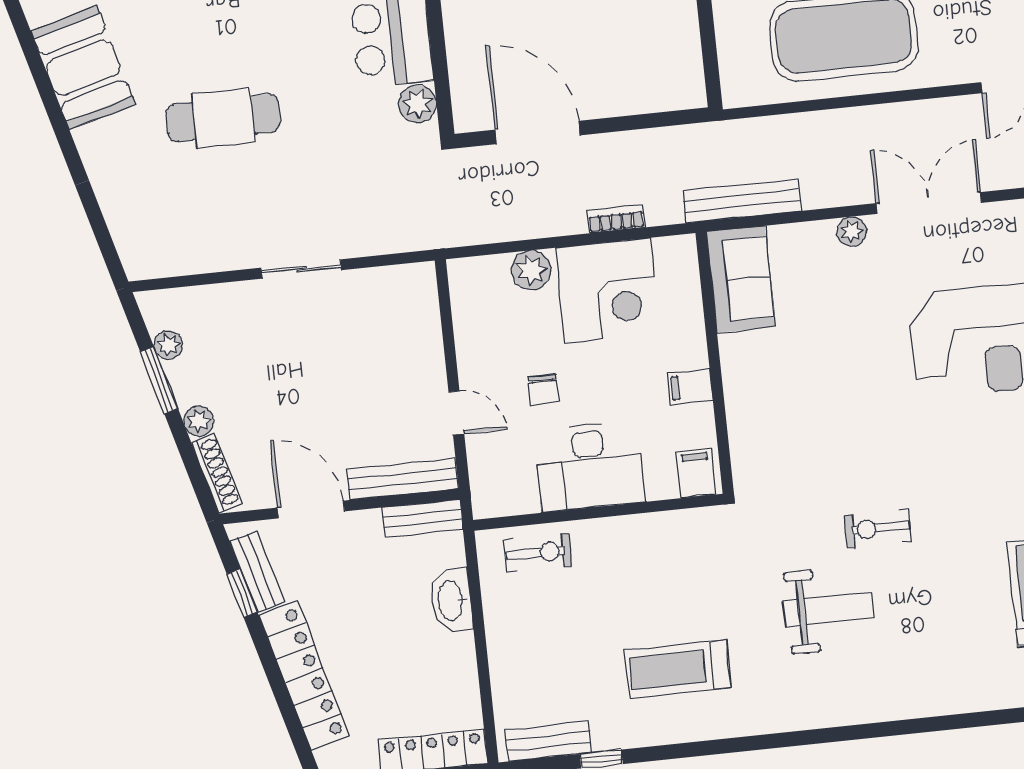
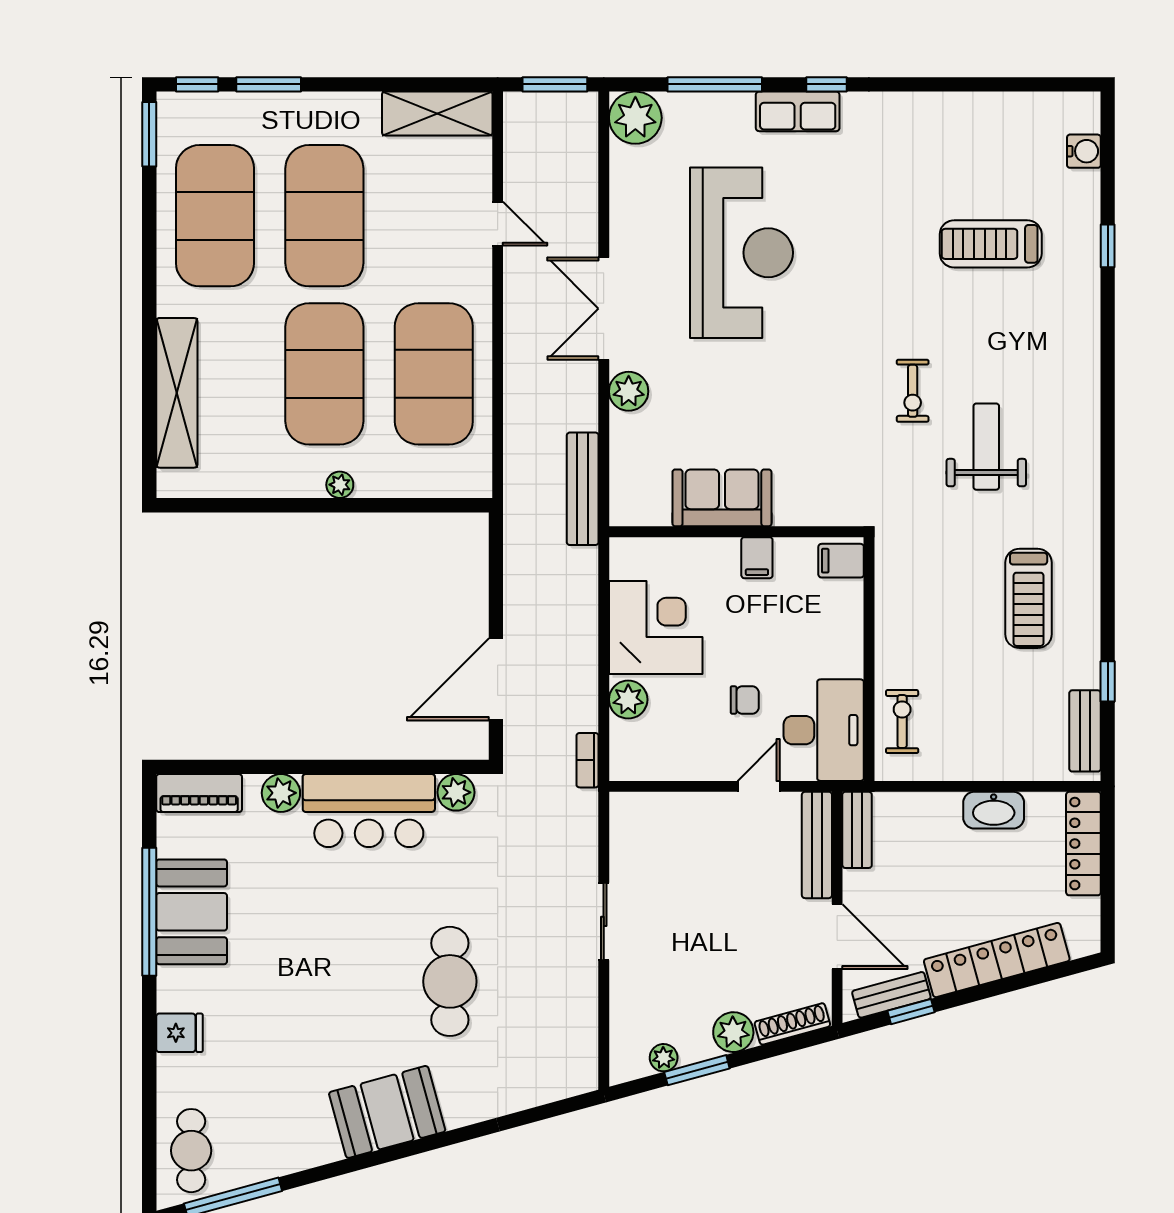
bookcase: (616, 219) -> (588, 760), moved
plant: (852, 231) -> (629, 391), width x1.38, depth x1.38
sofa: (741, 279) -> (722, 498), moved
plant: (199, 421) -> (733, 1032), width x1.38, depth x1.38
desk: (590, 466) -> (824, 730), moved
door: (311, 509) -> (837, 937), swing flipped
washbasin: (451, 601) -> (994, 810), moved

